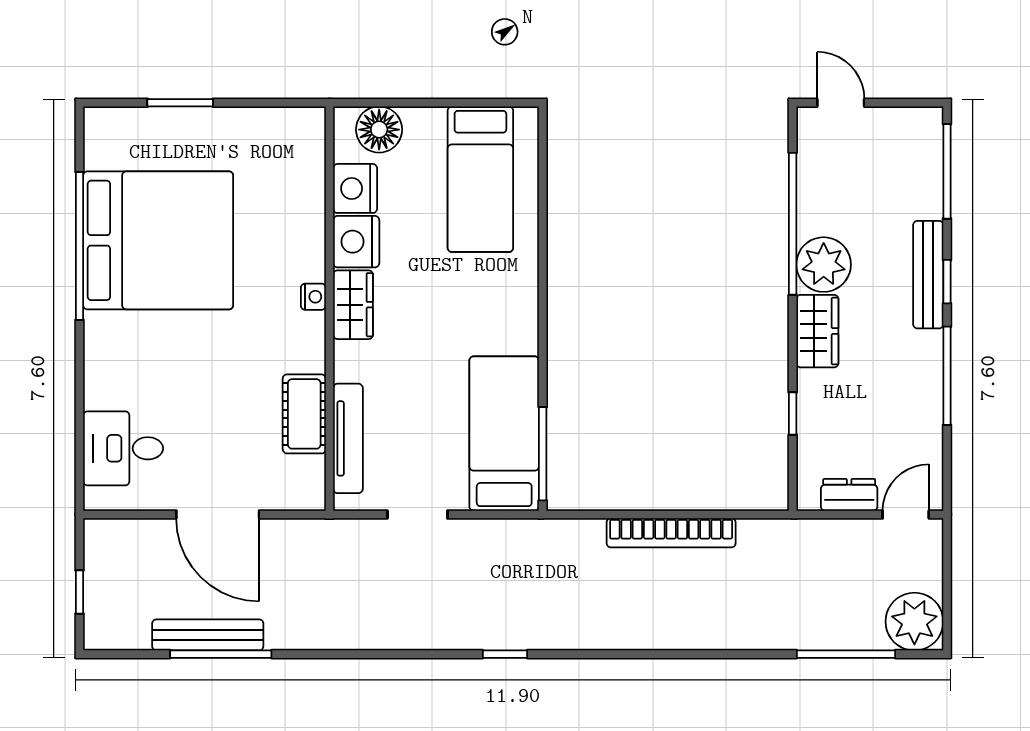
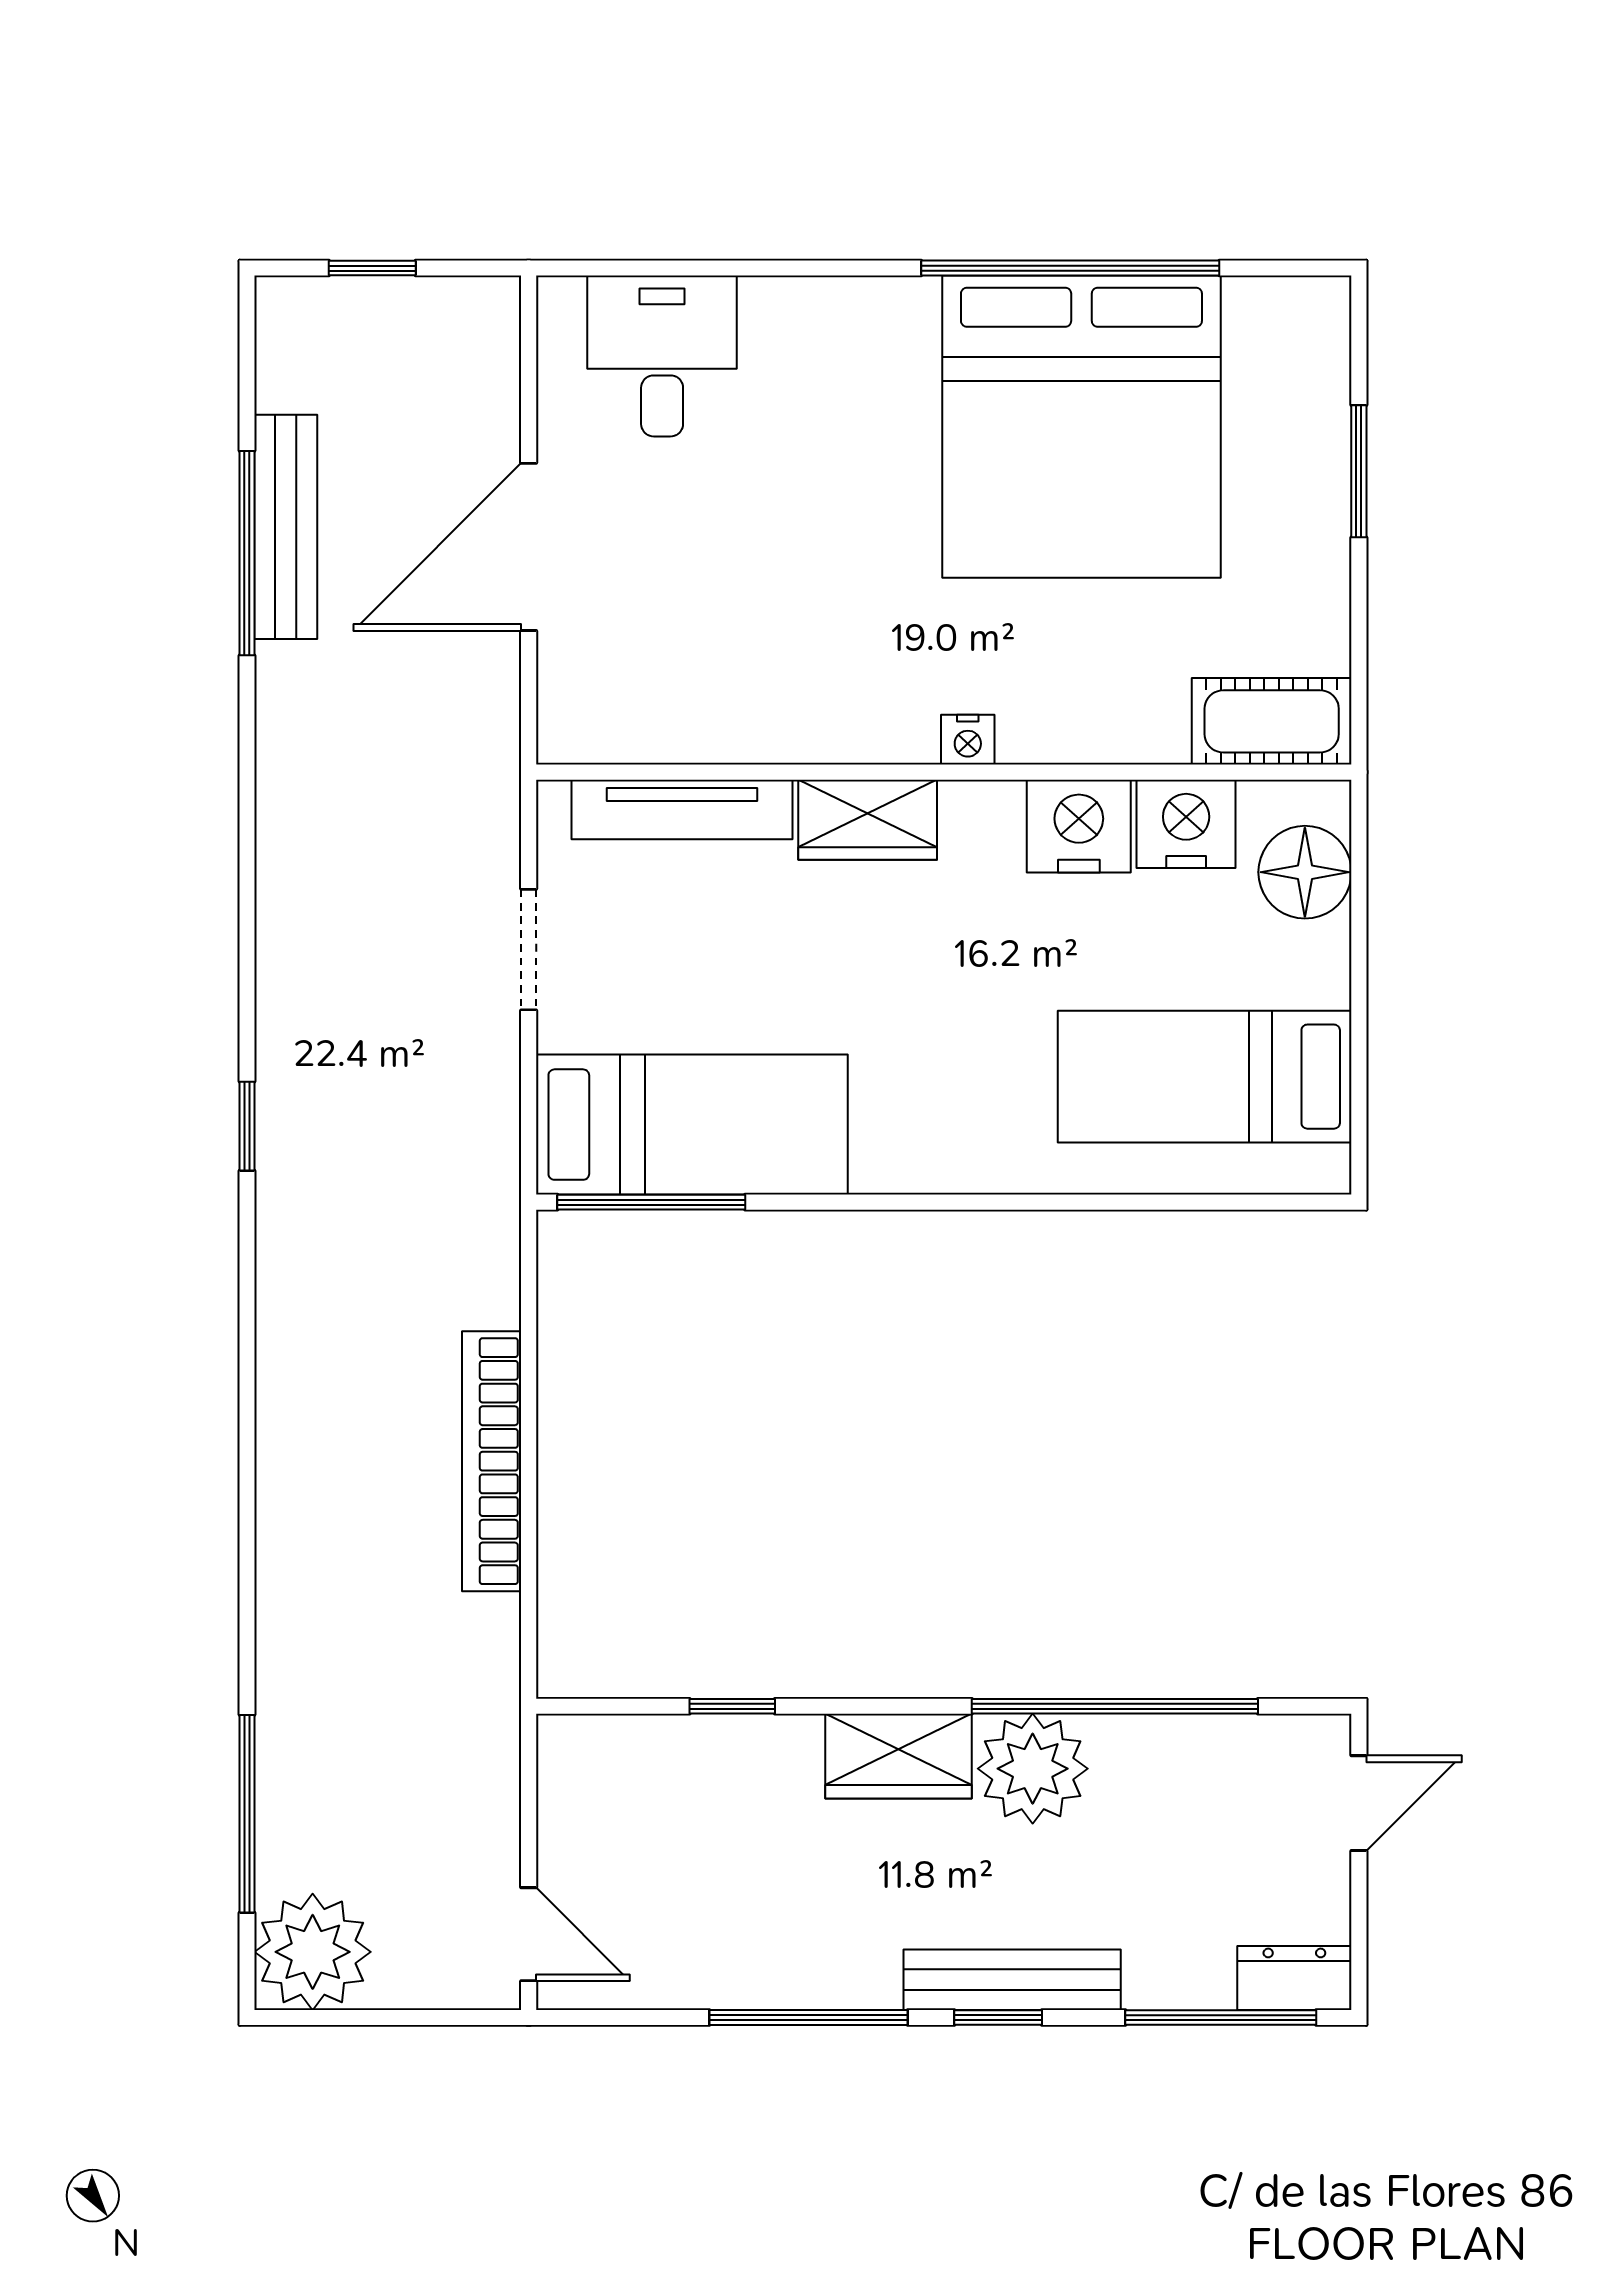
wardrobe: (353, 305) -> (868, 820), moved
cot: (304, 414) -> (1272, 721), moved
dresser: (849, 495) -> (1294, 1978), moved, turned -90

